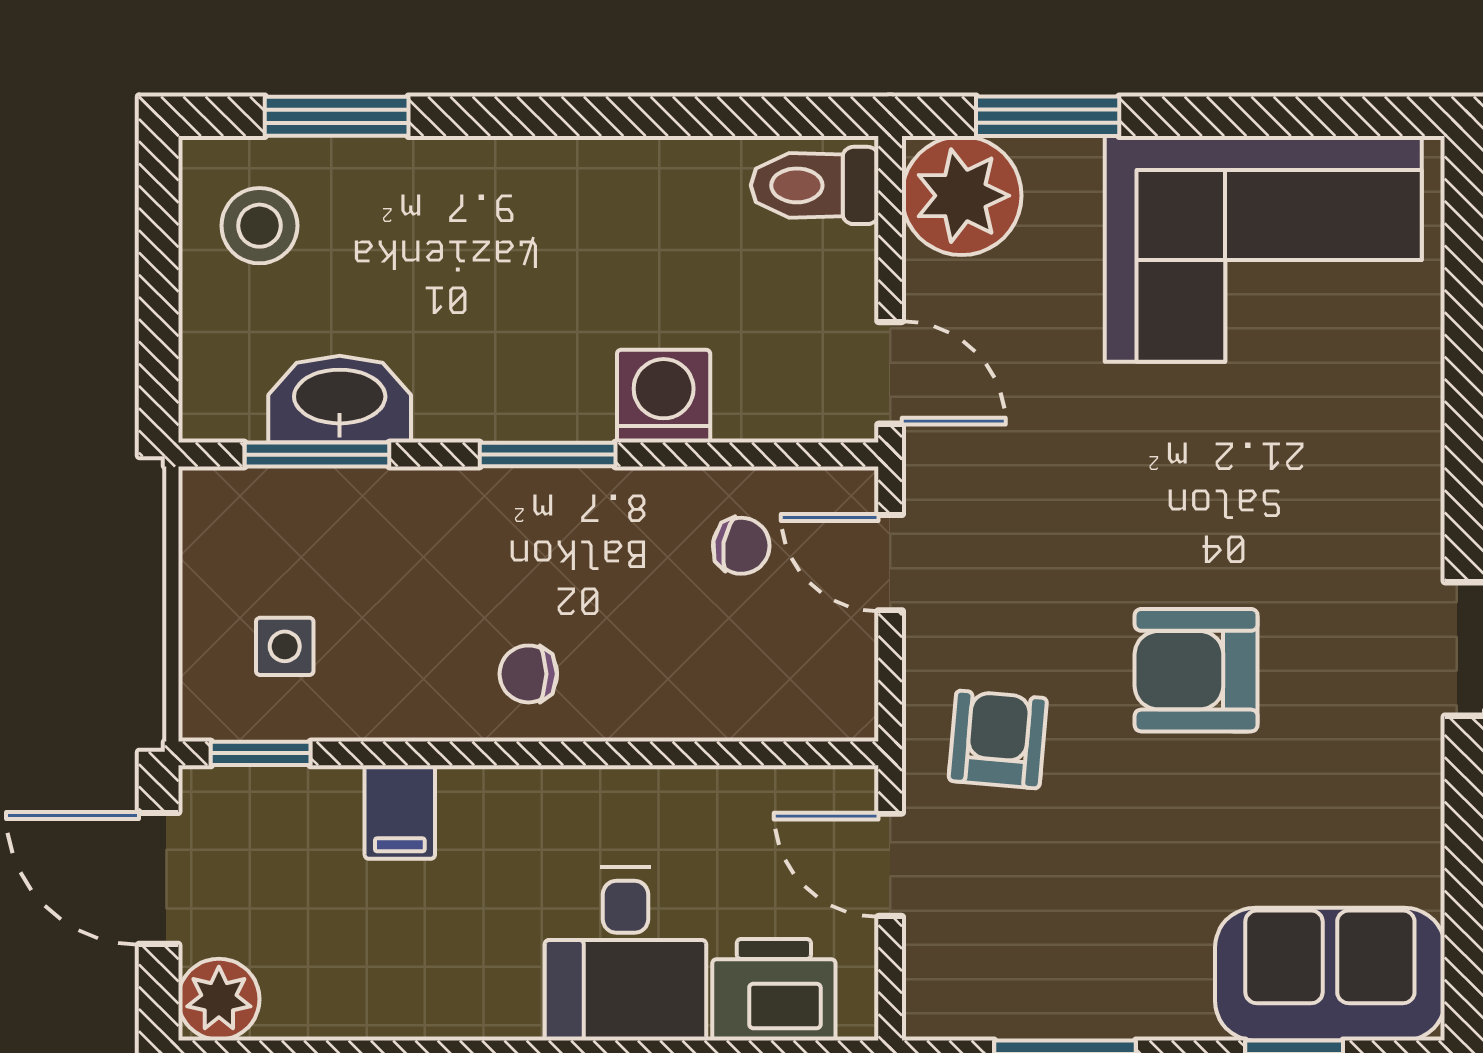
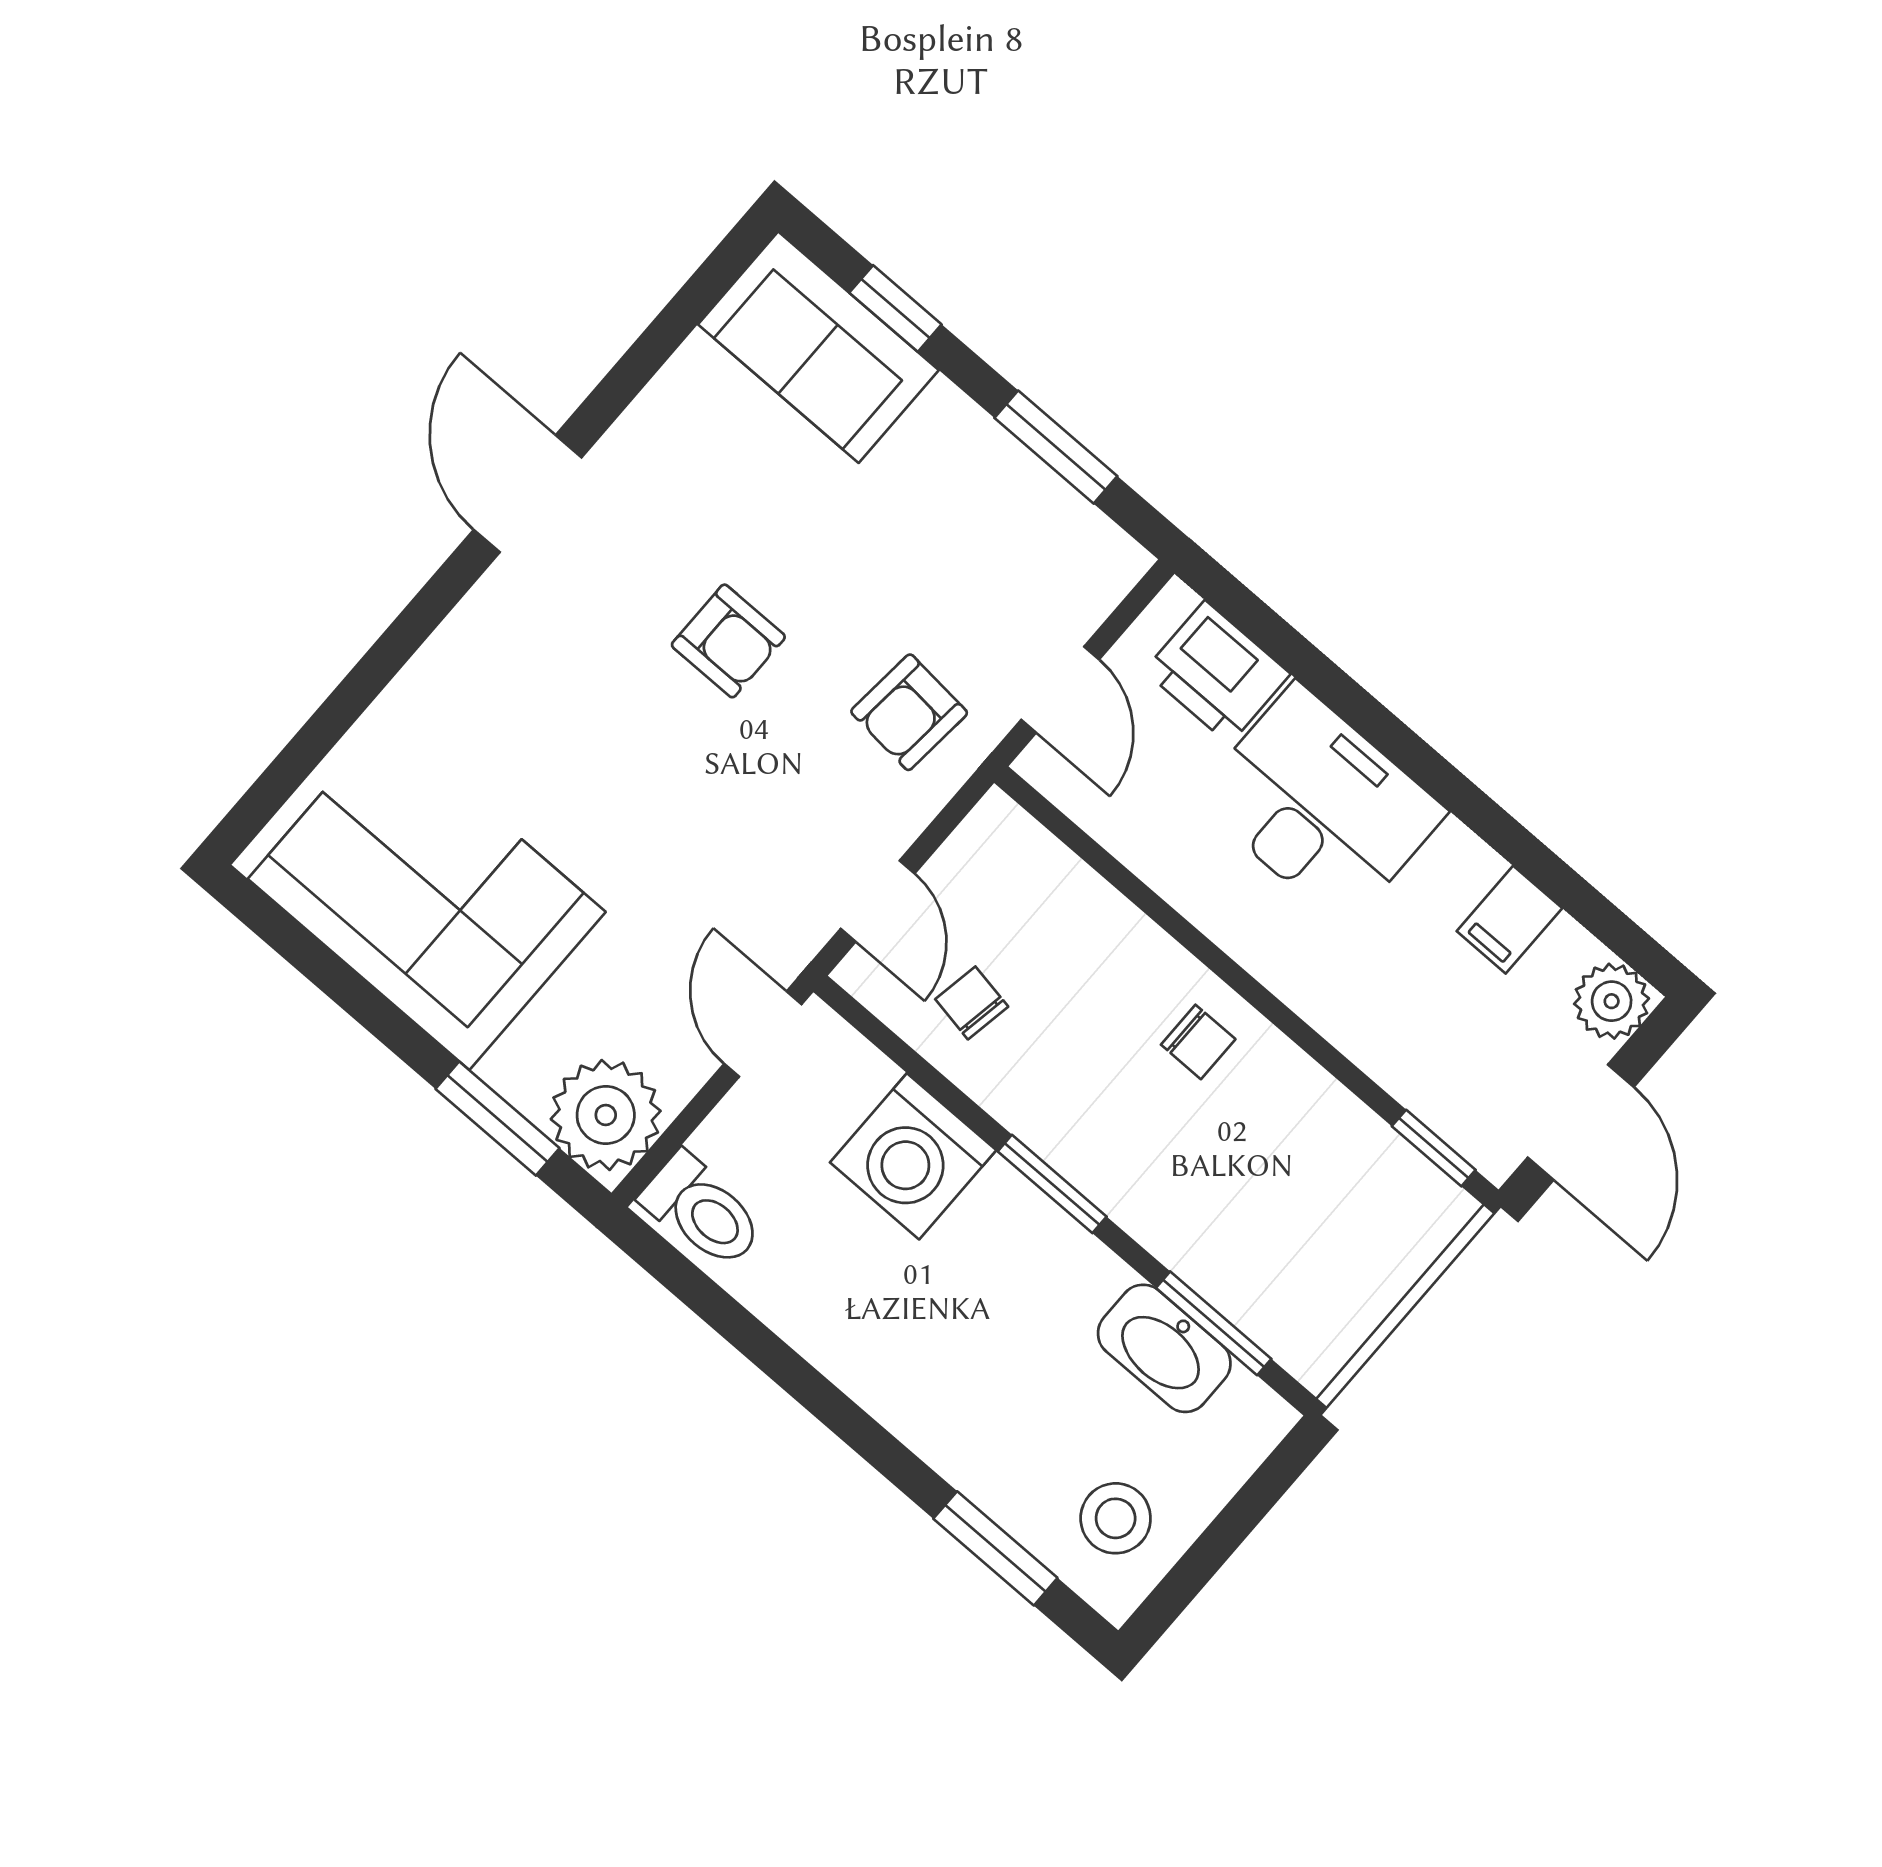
washing machine: (664, 396) -> (913, 1156), width x1.37, depth x1.37
side table: (285, 646) -> (1352, 1208), removed
armchair: (1196, 670) -> (728, 641), width x0.72, depth x0.72
filing cabinet: (400, 812) -> (1509, 920), moved, turned 180
desk: (626, 954) -> (1320, 805), width x1.37

